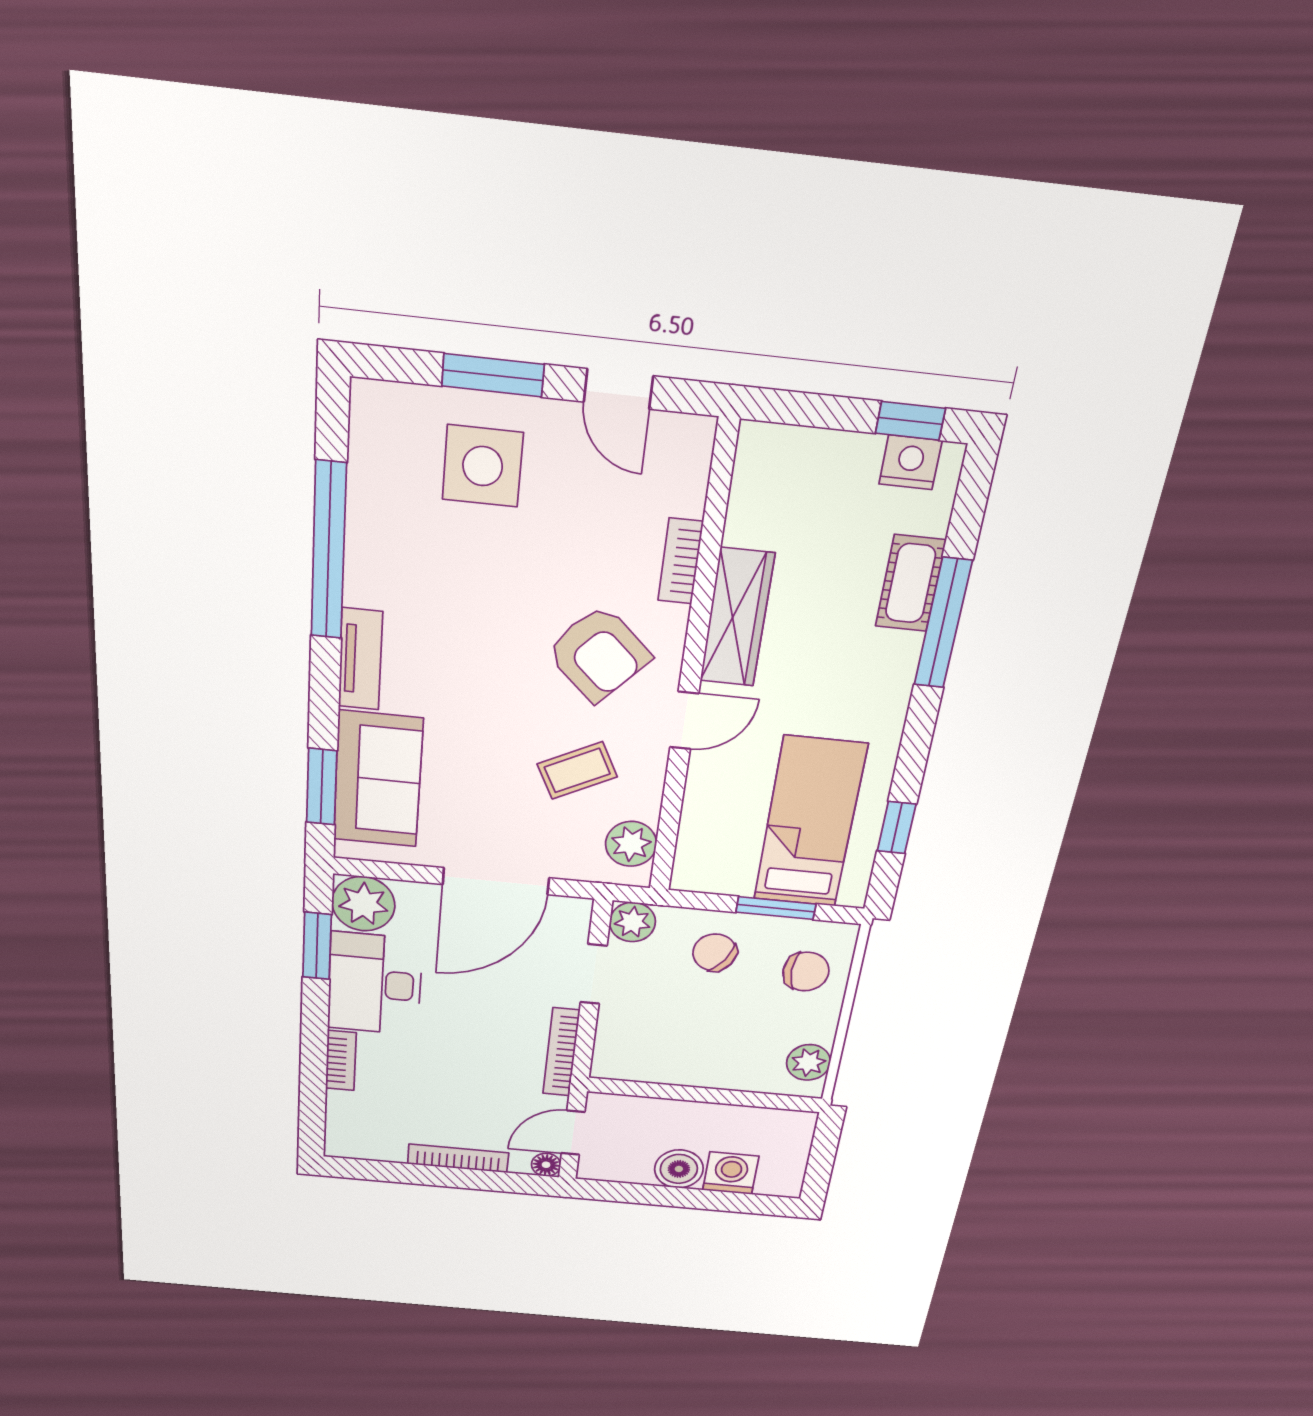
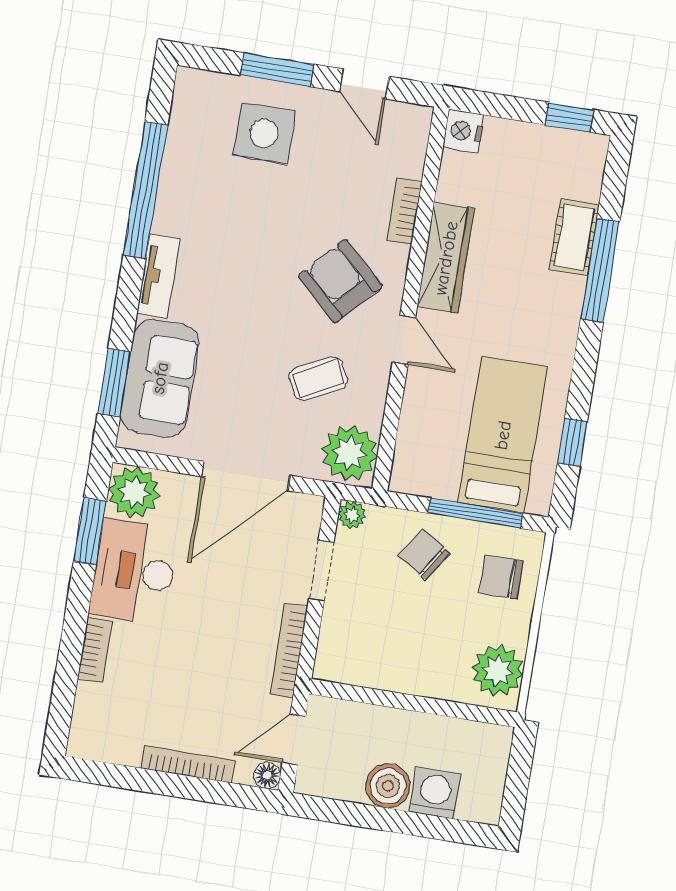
nightstand: (910, 462) -> (463, 131), moved, turned -90
armchair: (598, 654) -> (340, 281), turned 180
door: (684, 721) -> (404, 340), hinge flipped
plant: (631, 844) -> (350, 453), width x1.36, depth x1.36
window: (776, 908) -> (475, 513), width x1.44
plant: (632, 922) -> (352, 515), width x0.73, depth x0.73
chair: (806, 972) -> (501, 577), turned 180
plant: (808, 1062) -> (498, 671), width x1.36, depth x1.36

